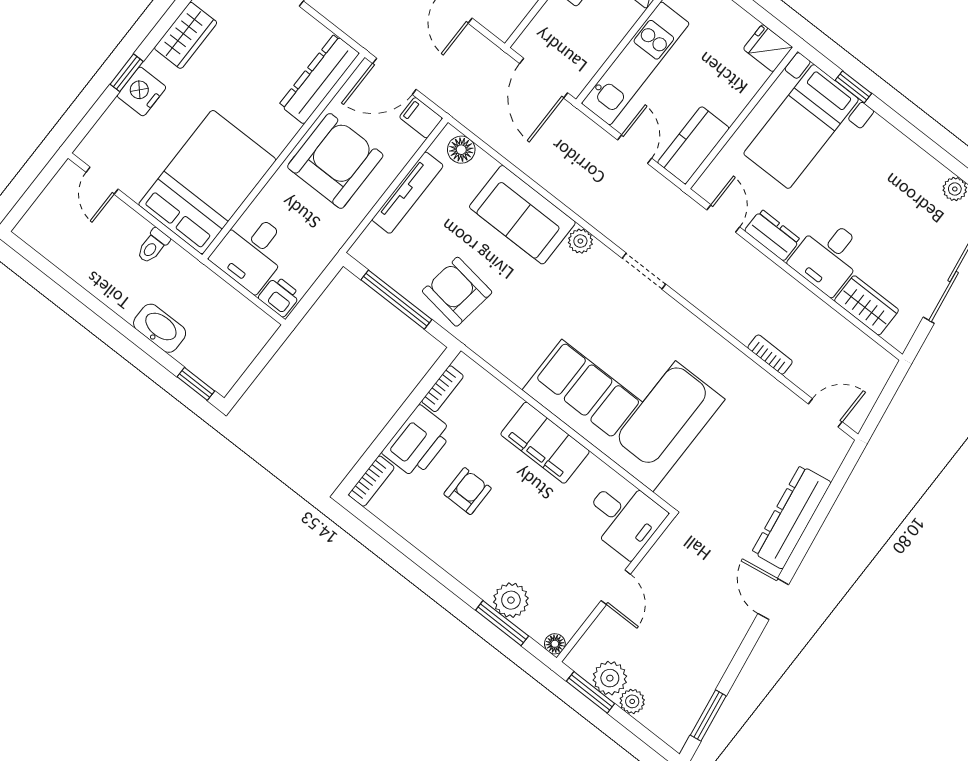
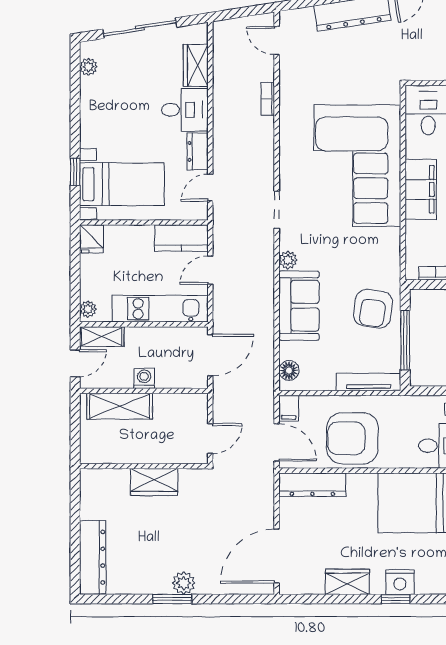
tv unit: (408, 193) -> (368, 382), moved

